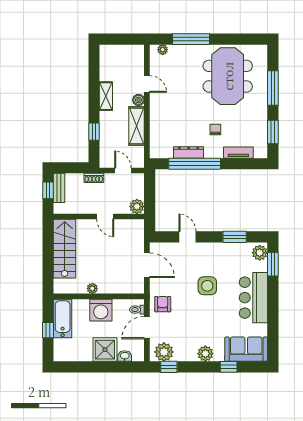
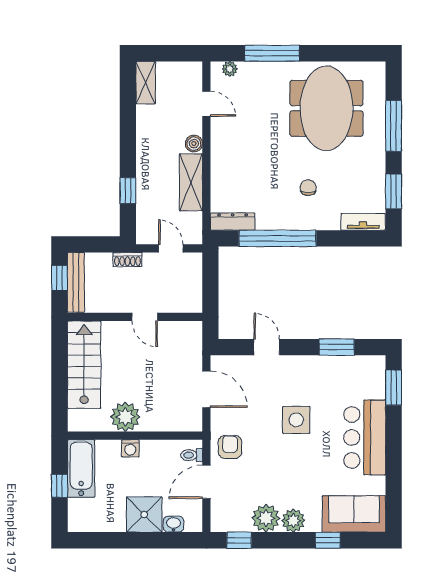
door: (147, 84) -> (206, 104), moved
shelving: (106, 96) -> (146, 83), moved
dresser: (189, 152) -> (233, 222), moved
tv unit: (238, 153) -> (363, 222), moved
bench: (59, 188) -> (76, 282), width x1.36
plant: (137, 207) -> (192, 302), removed
plant: (260, 253) -> (374, 371), removed
plant: (92, 288) -> (125, 417), width x1.88, depth x1.88
washing machine: (101, 310) -> (130, 448), width x0.53, depth x0.53
plant: (164, 352) -> (266, 518), moved

